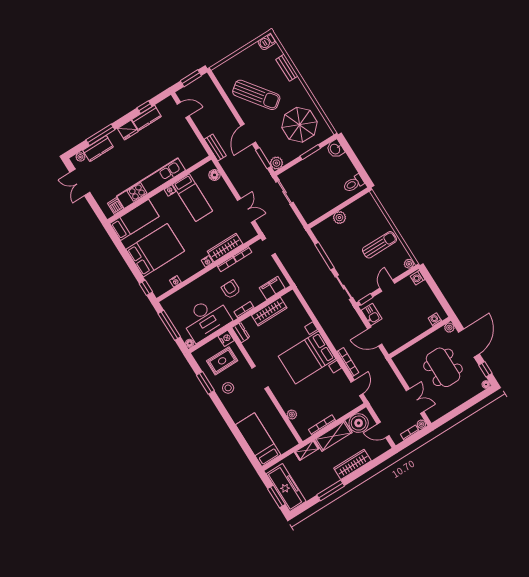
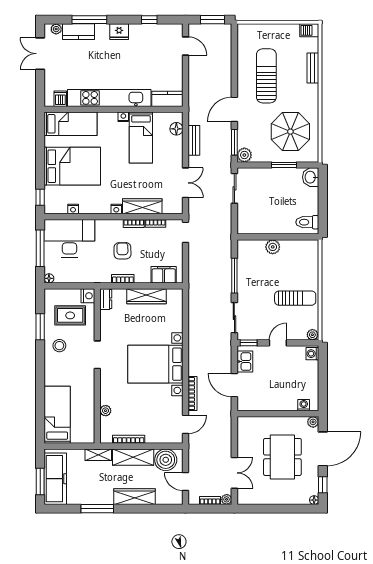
sun lounger: (256, 95) -> (266, 76), turned -143
kitchen counter: (147, 118) -> (167, 99), moved, turned 180
bench: (215, 148) -> (194, 140), moved
desk: (206, 319) -> (69, 238), moved, turned 180

